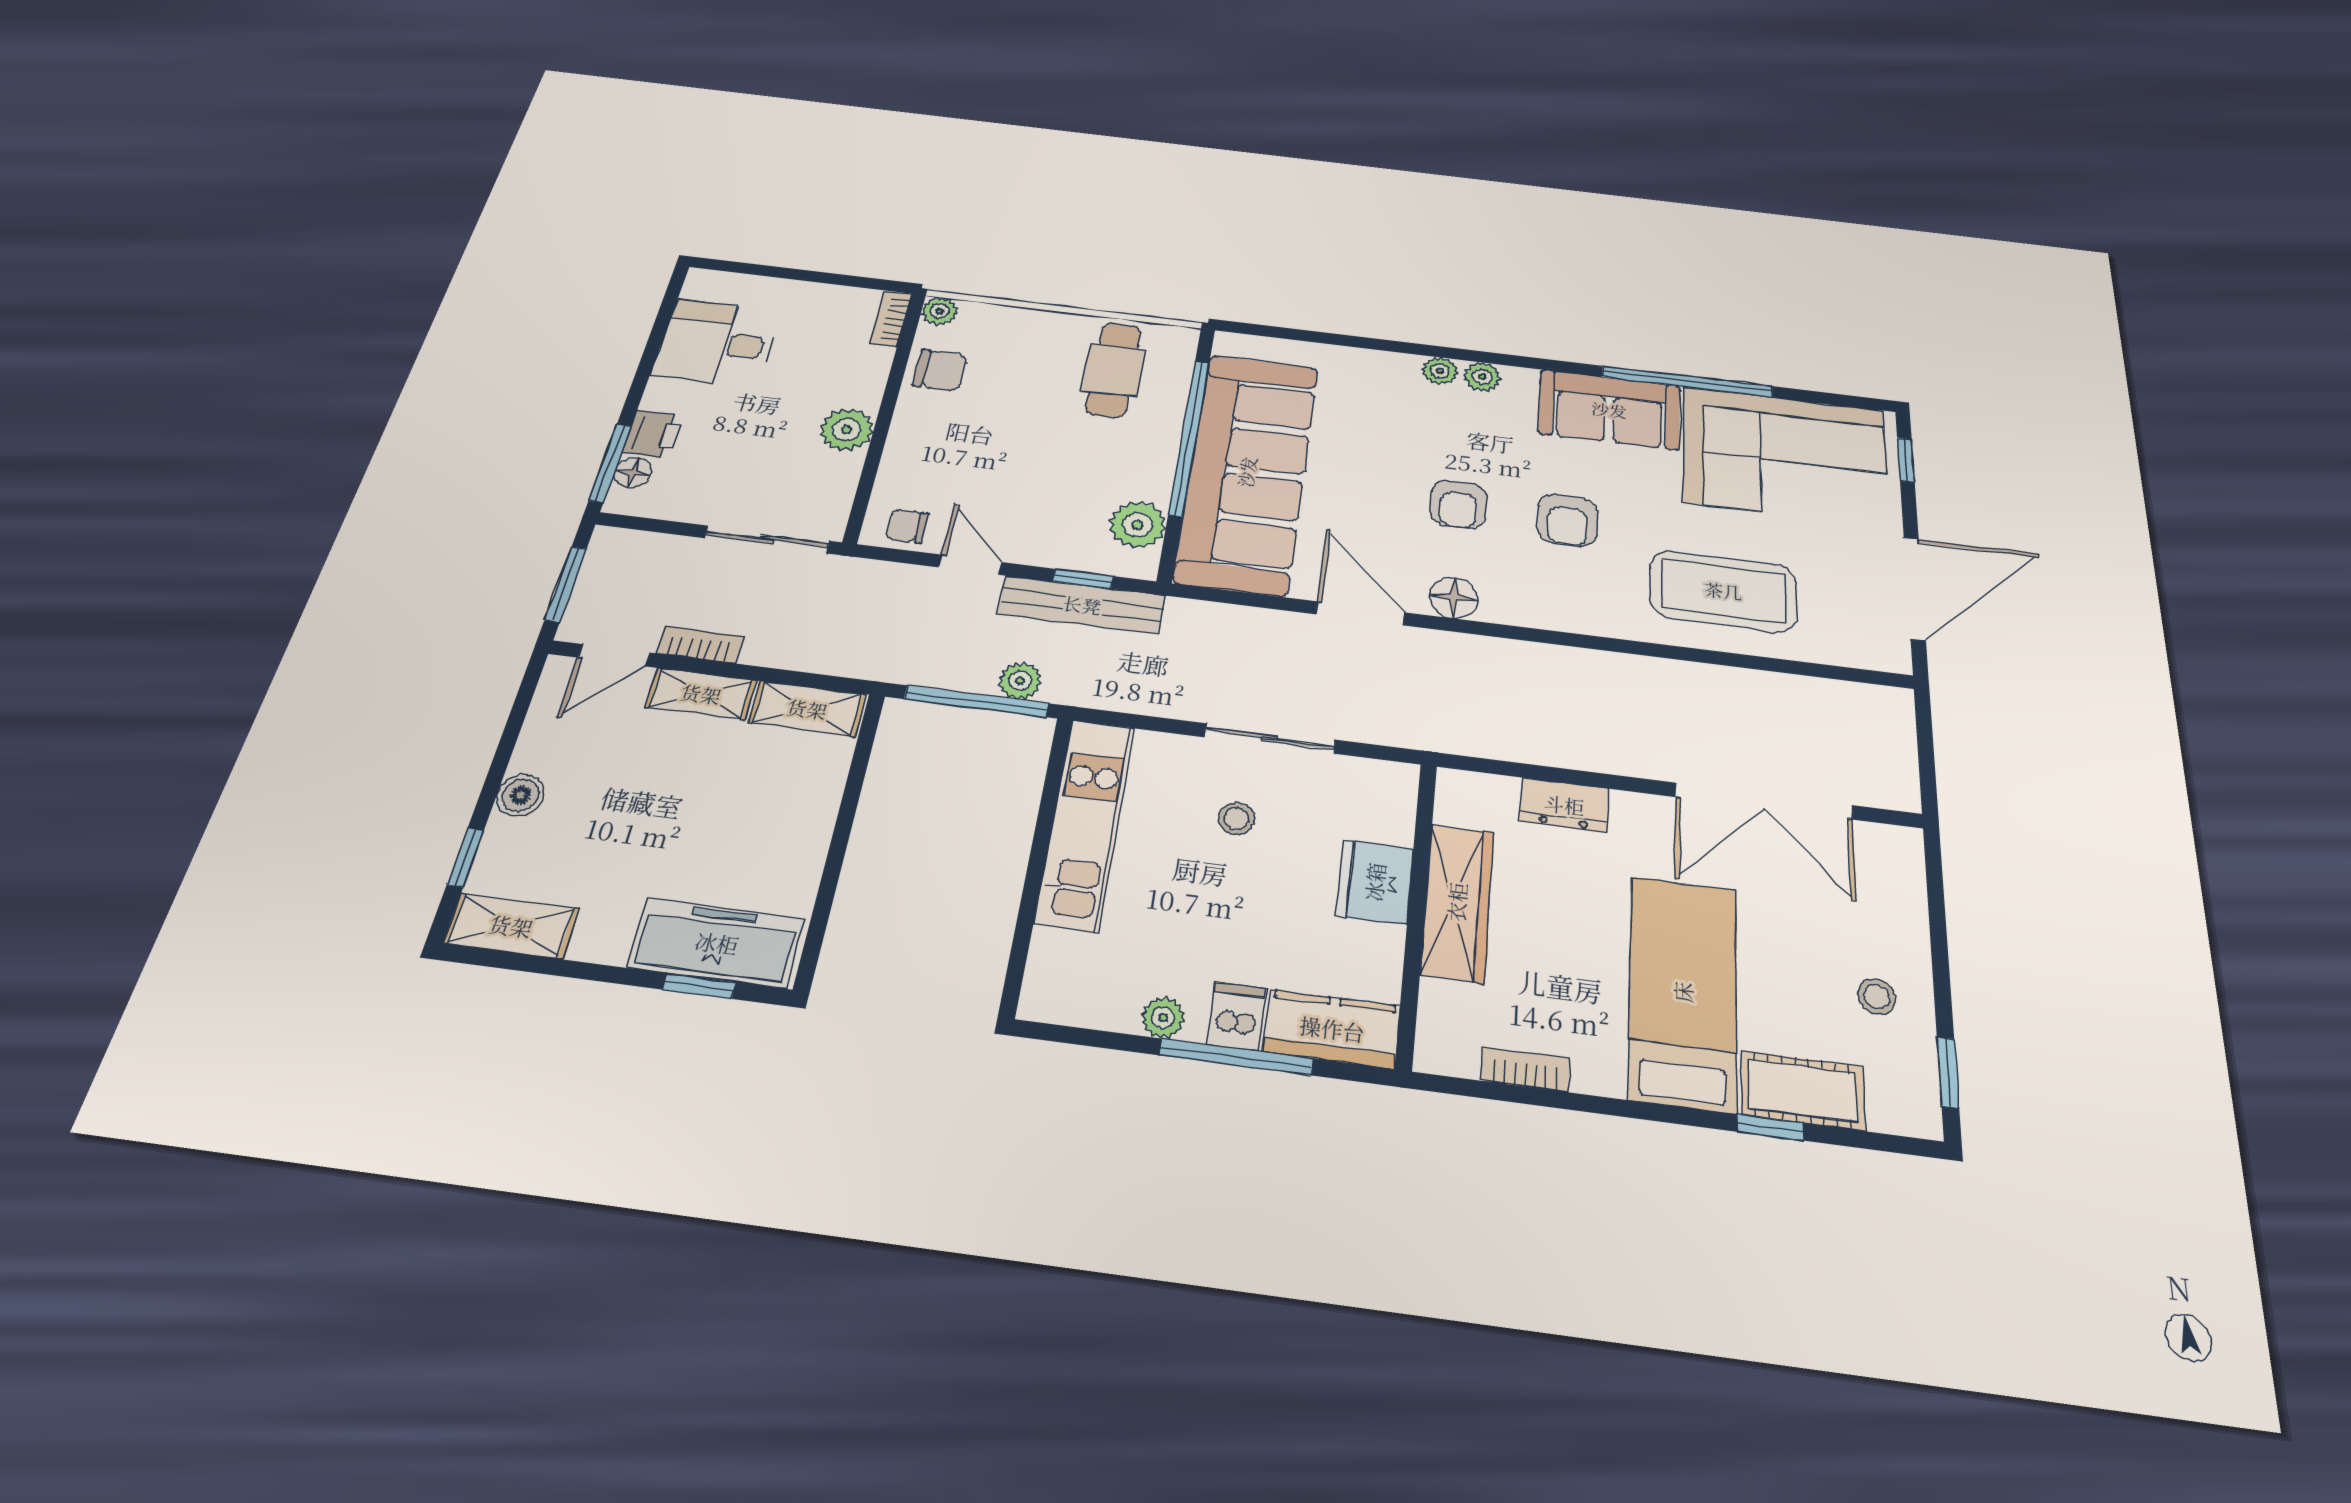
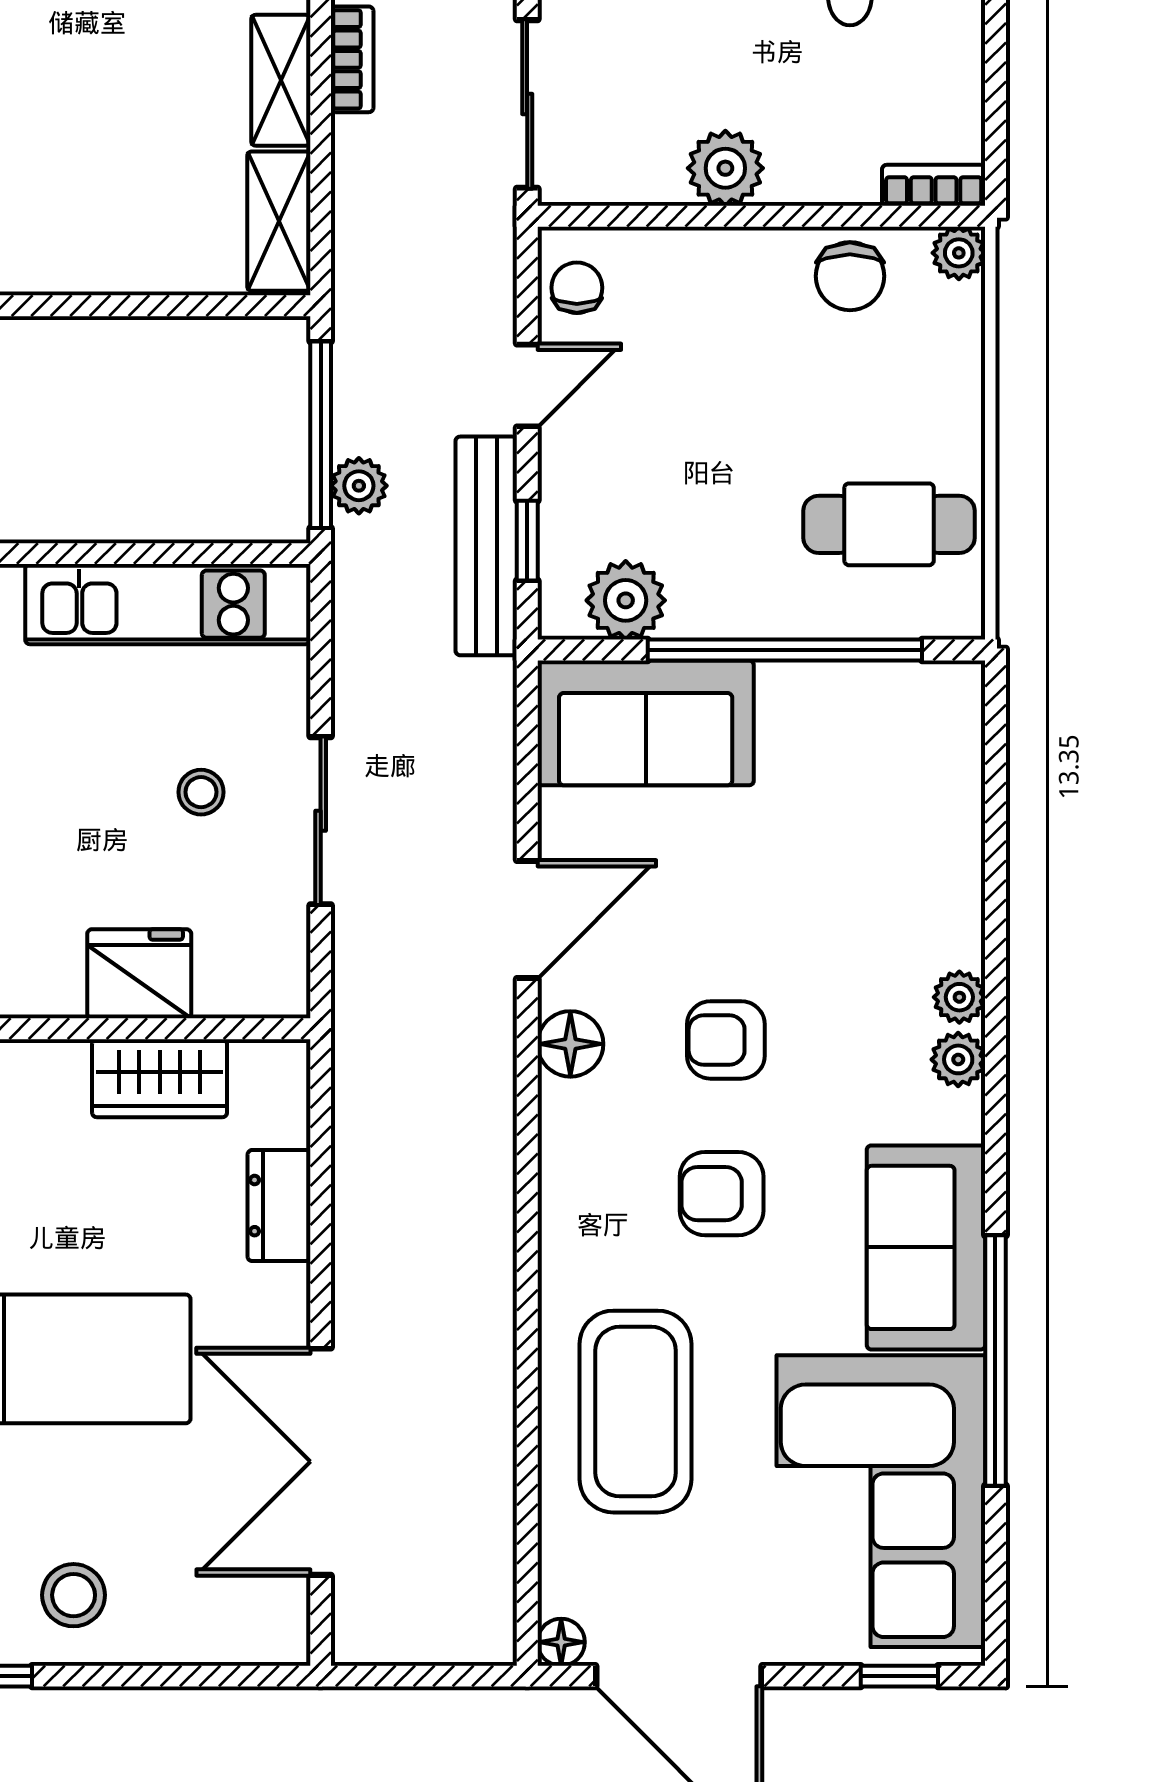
sofa: (1247, 472) -> (646, 723), width x0.54, depth x0.79
floor lamp: (1894, 658) -> (561, 1642), added
wardrobe: (1457, 902) -> (160, 1078), width x0.67
stool: (1877, 997) -> (74, 1595), width x1.37, depth x1.37

